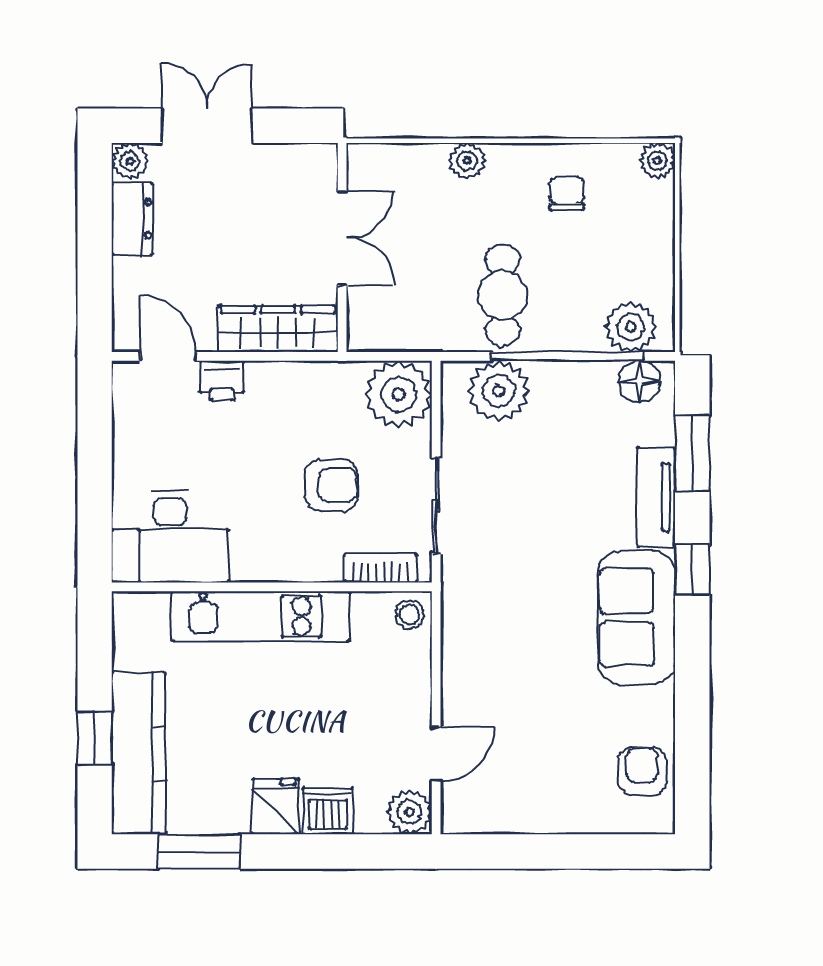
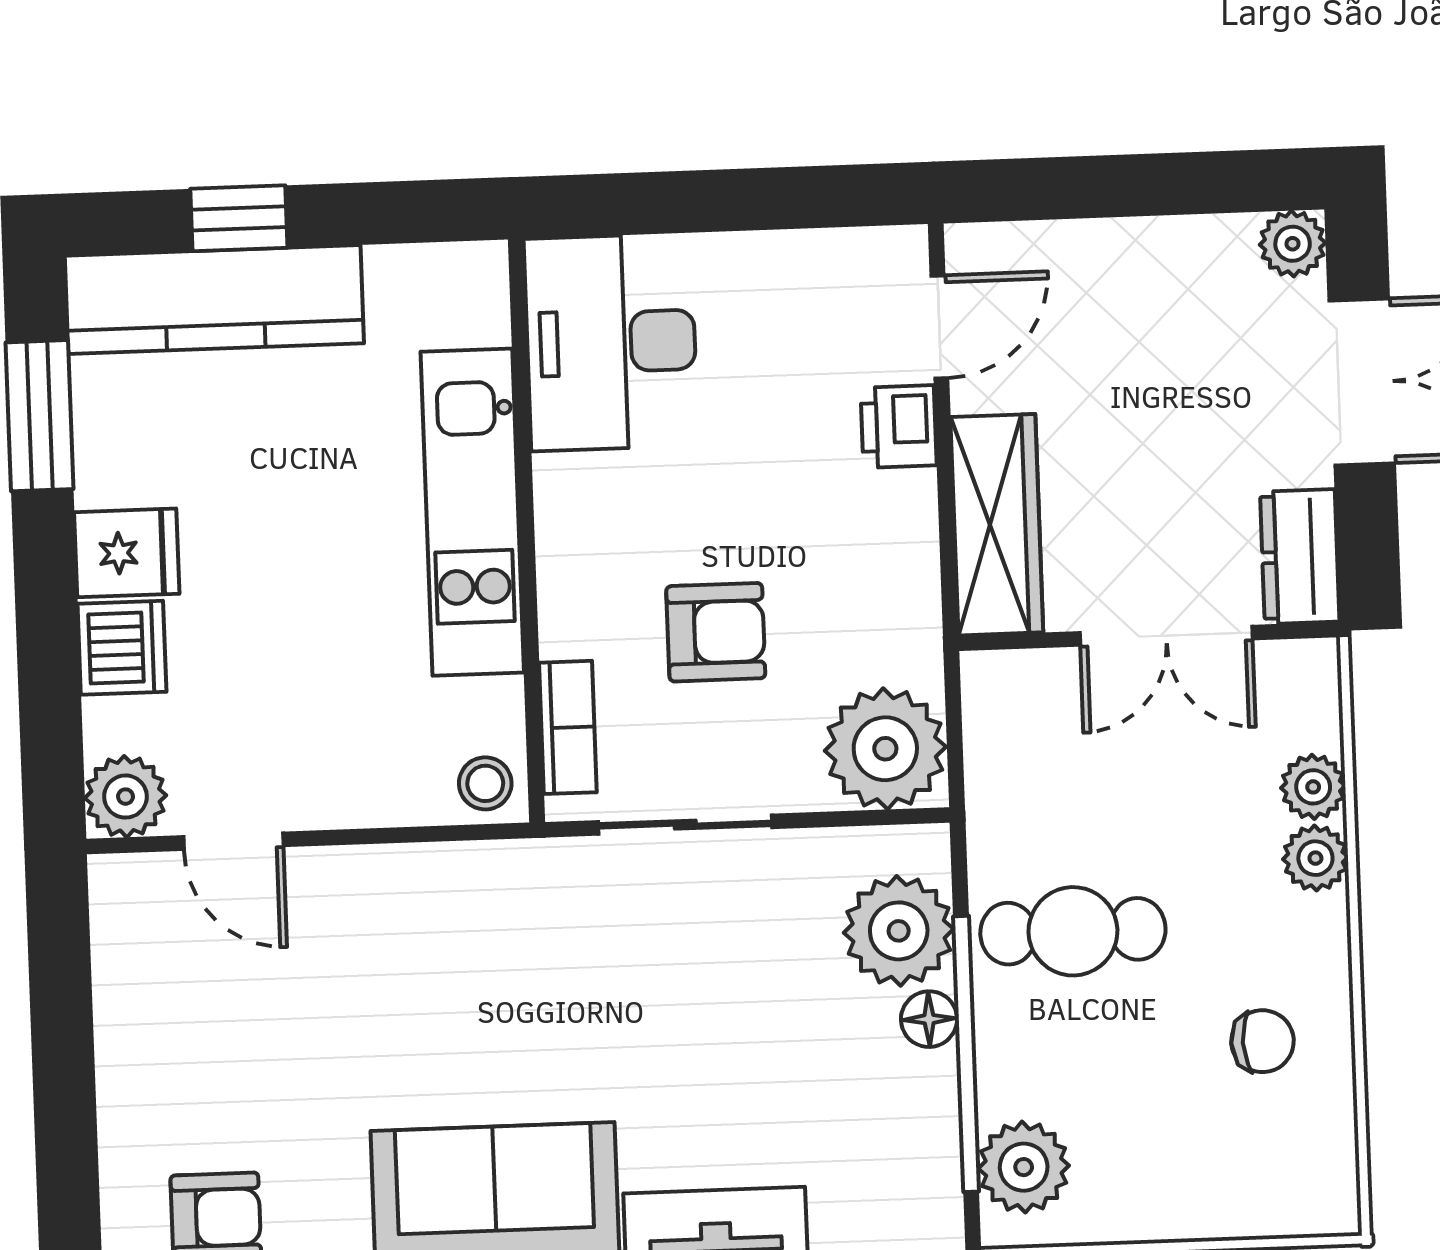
plant: (657, 161) -> (1313, 787), moved
dresser: (132, 219) -> (1300, 557), moved, turned 90
floor lamp: (639, 382) -> (929, 1019), moved, width x0.73, depth x0.73
armchair: (331, 485) -> (716, 632), turned -90

